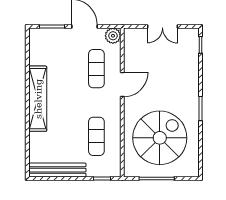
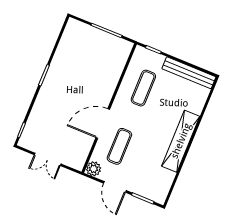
double door: (162, 26) -> (48, 159), swing flipped
door: (122, 84) -> (103, 124), width x1.36
spiral stairs: (160, 138) -> (89, 64), removed

